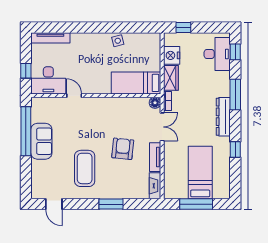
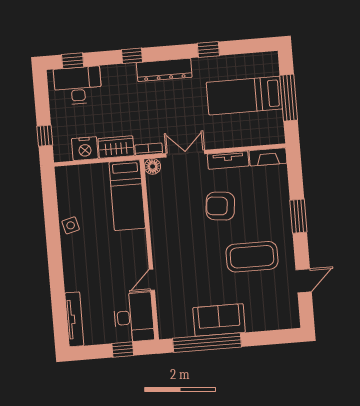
window: (235, 95) -> (132, 56), width x0.46
door: (54, 204) -> (304, 281), moved

